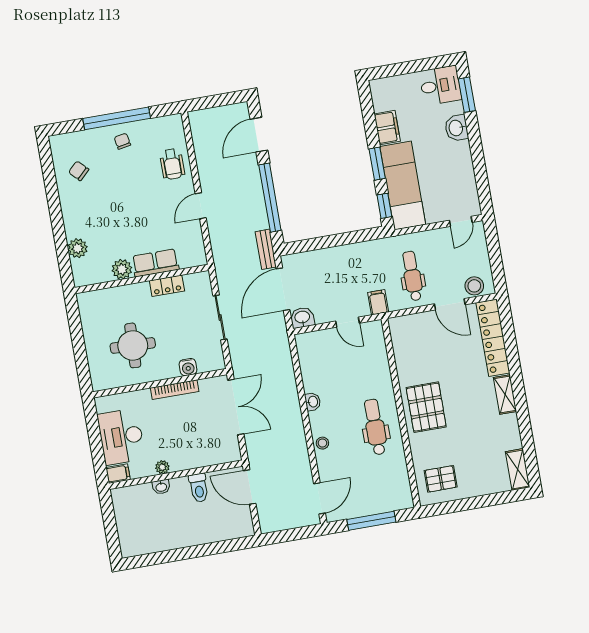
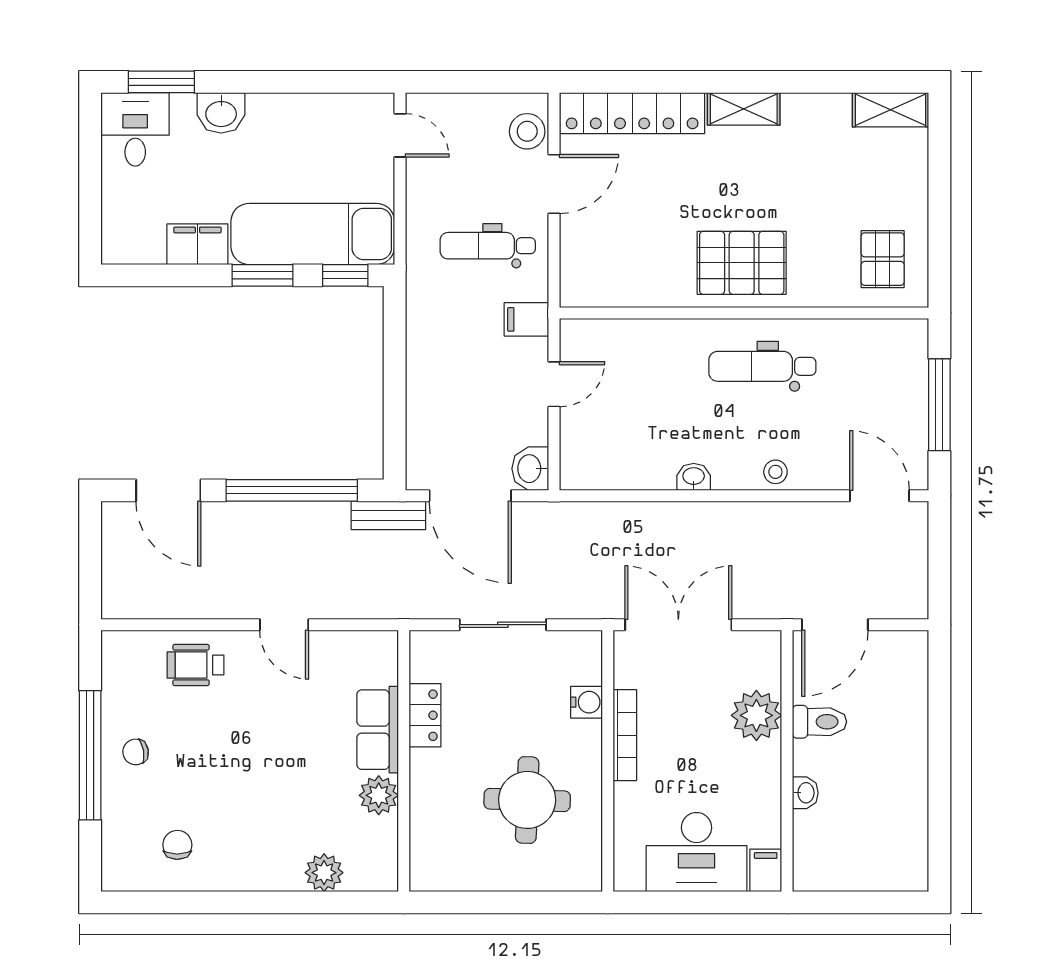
wheelchair: (172, 164) -> (196, 665), turned 180
chair: (79, 171) -> (177, 845), turned 134
plant: (162, 467) -> (756, 715), moved, width x1.88, depth x1.88

